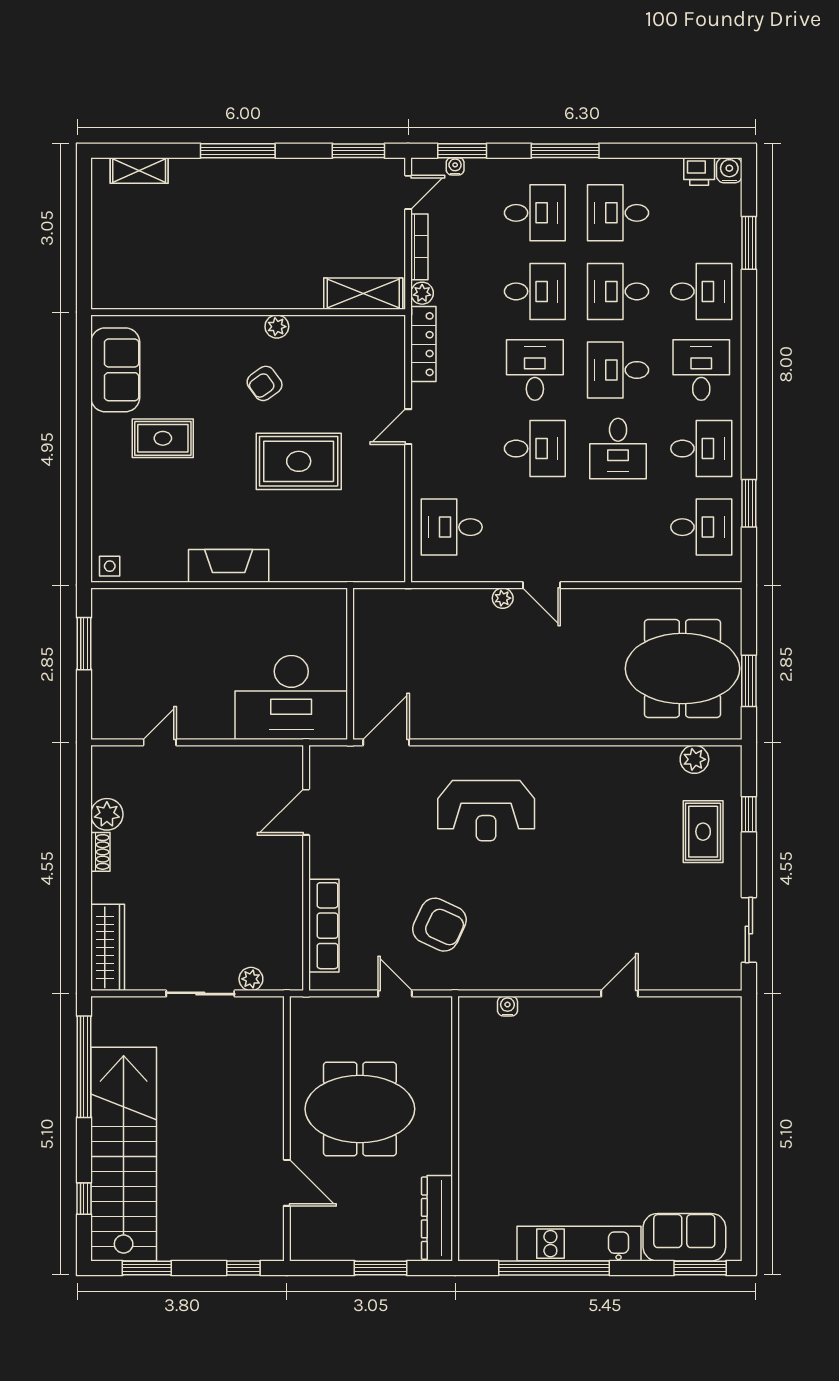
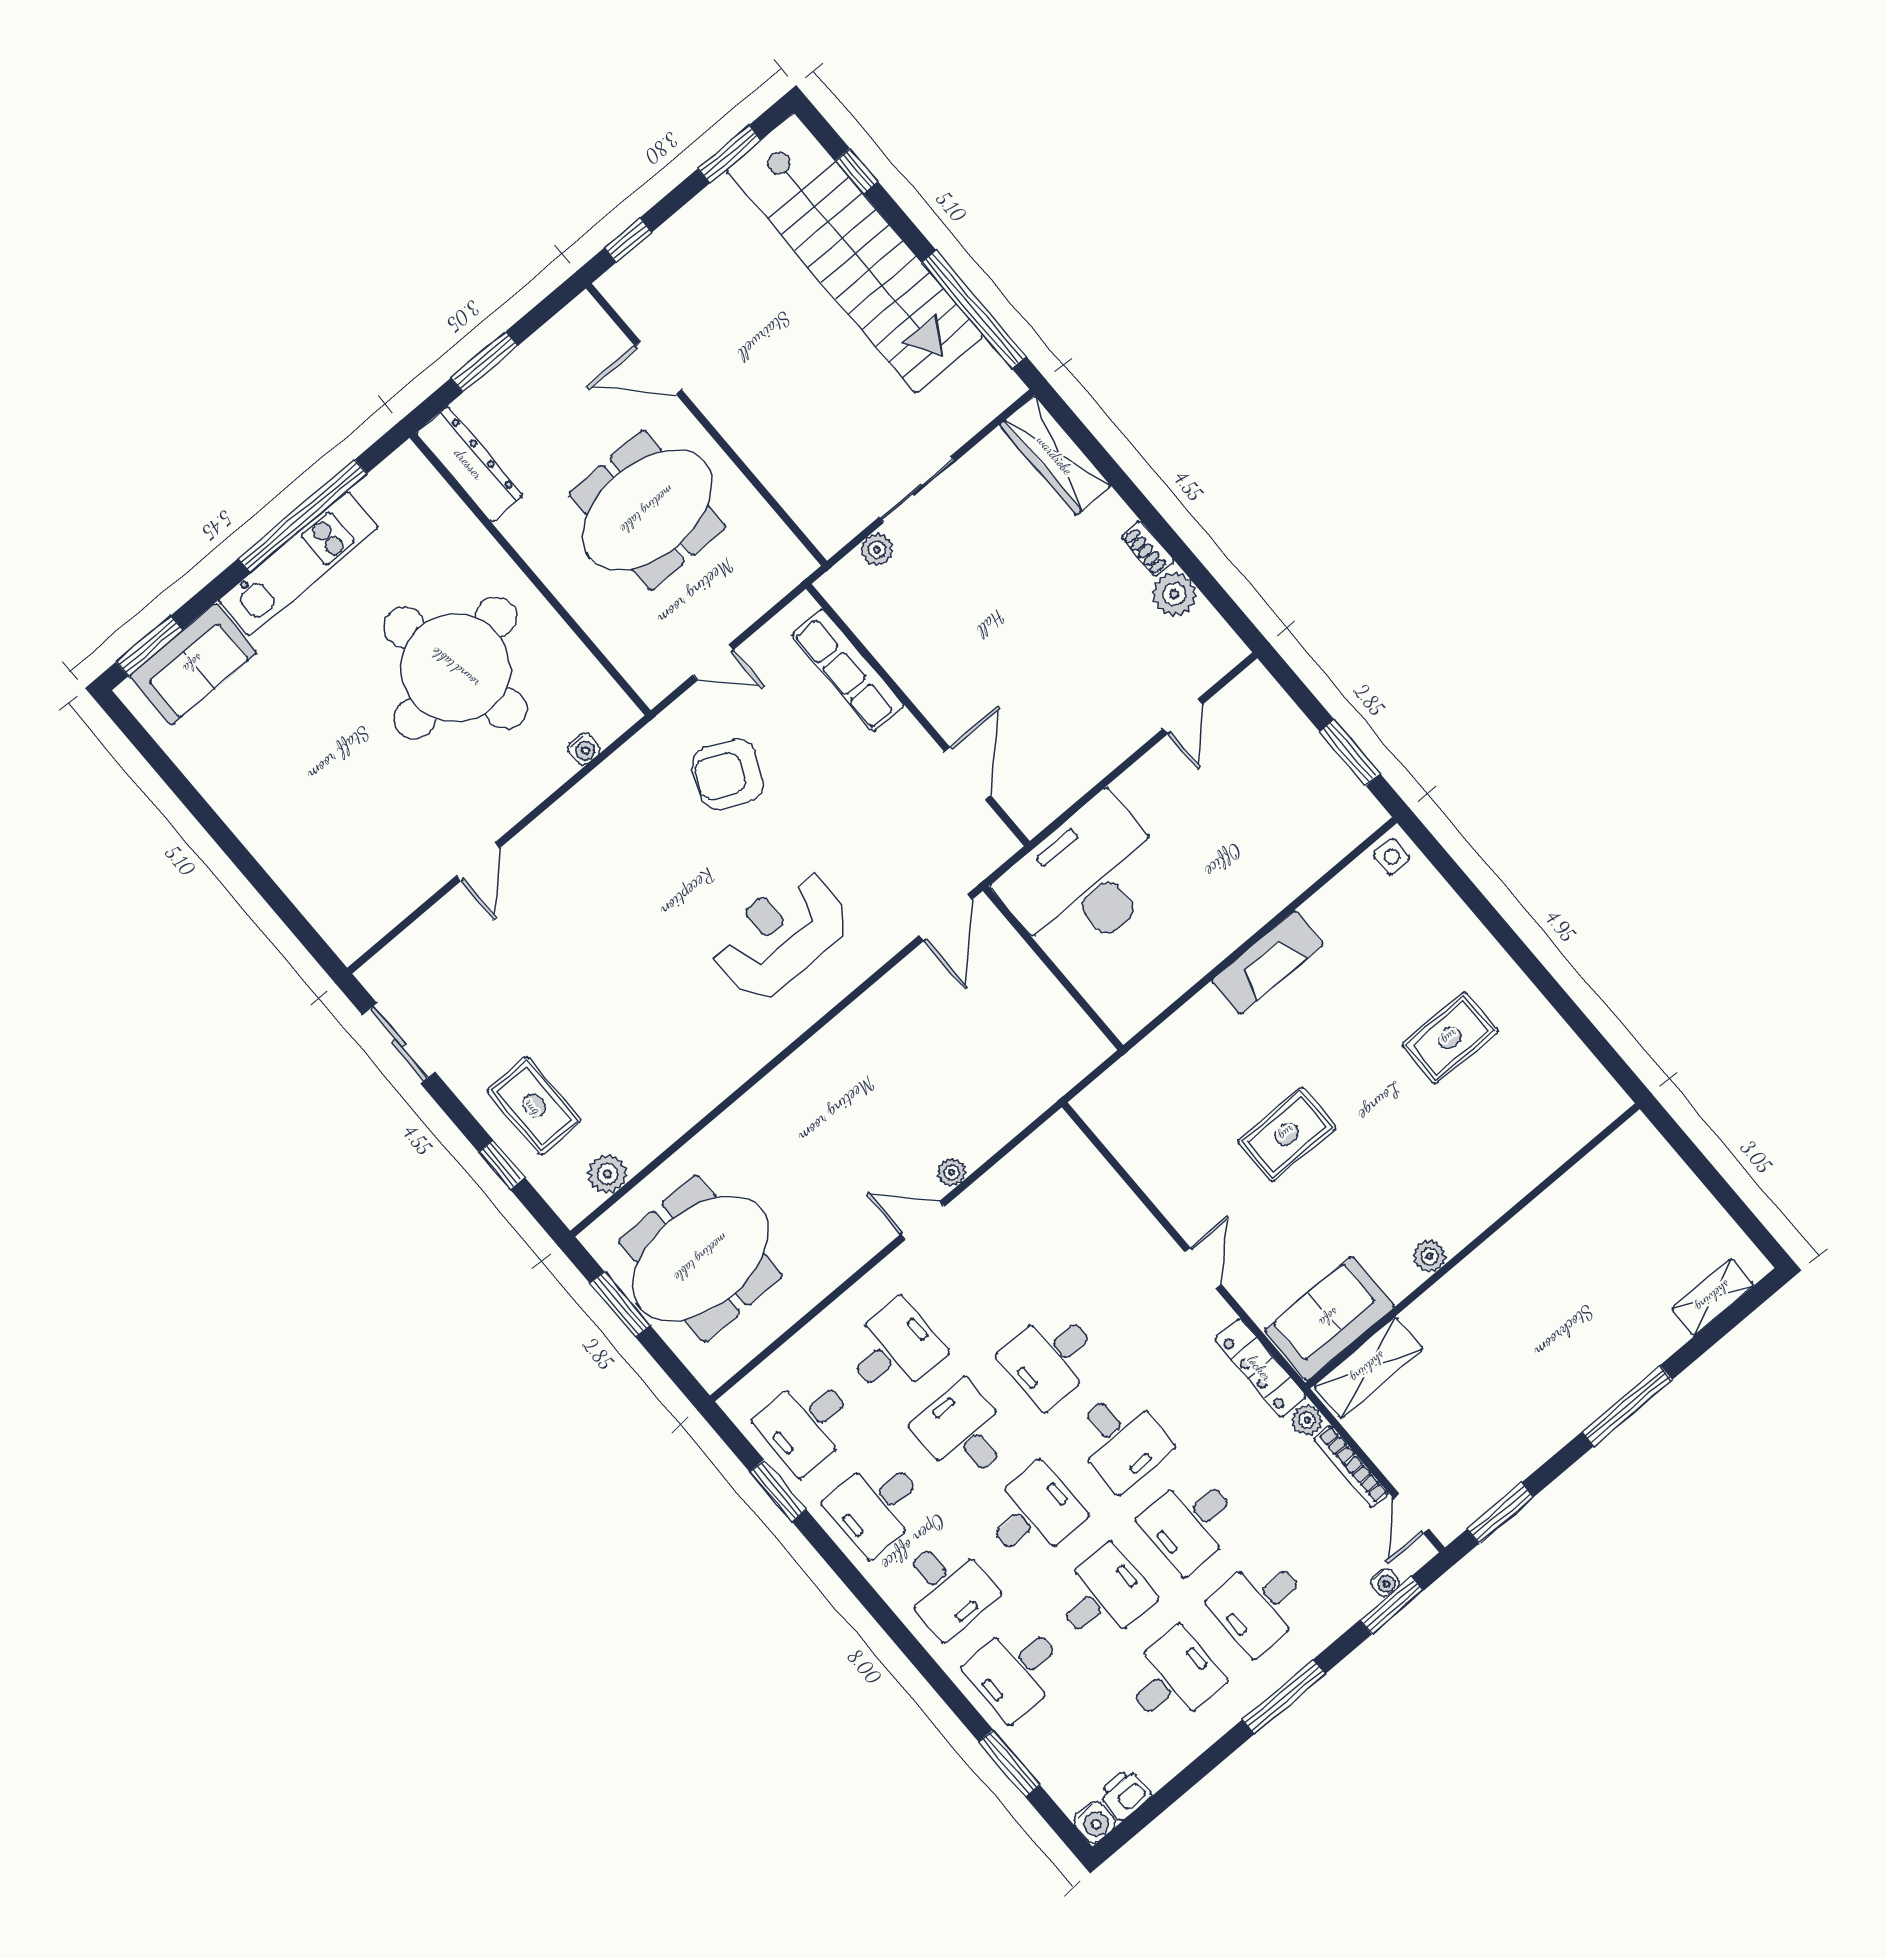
sofa: (115, 370) -> (1329, 1318), moved, turned 90
armchair: (265, 383) -> (1392, 1186), removed
rug: (299, 461) -> (1287, 1134), width x0.73, depth x0.70
desk: (452, 527) -> (894, 1349), moved
round table: (541, 1112) -> (455, 668), added

